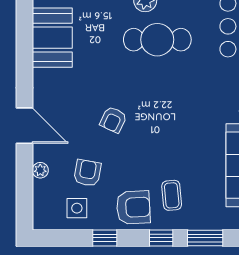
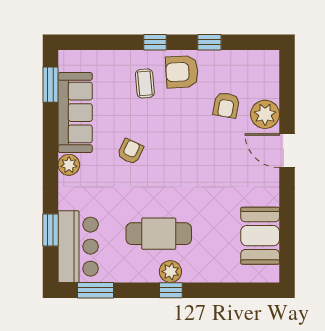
armchair: (113, 120) -> (130, 151), moved
plant: (40, 170) -> (265, 114), width x1.87, depth x1.87
side table: (77, 208) -> (236, 71), removed
window: (205, 238) -> (113, 42), removed

